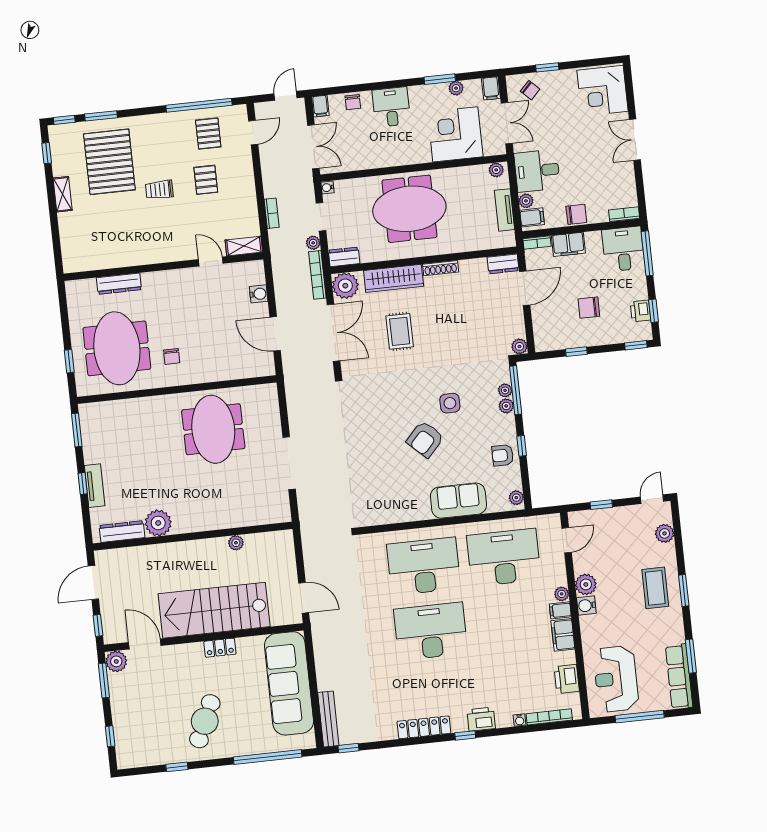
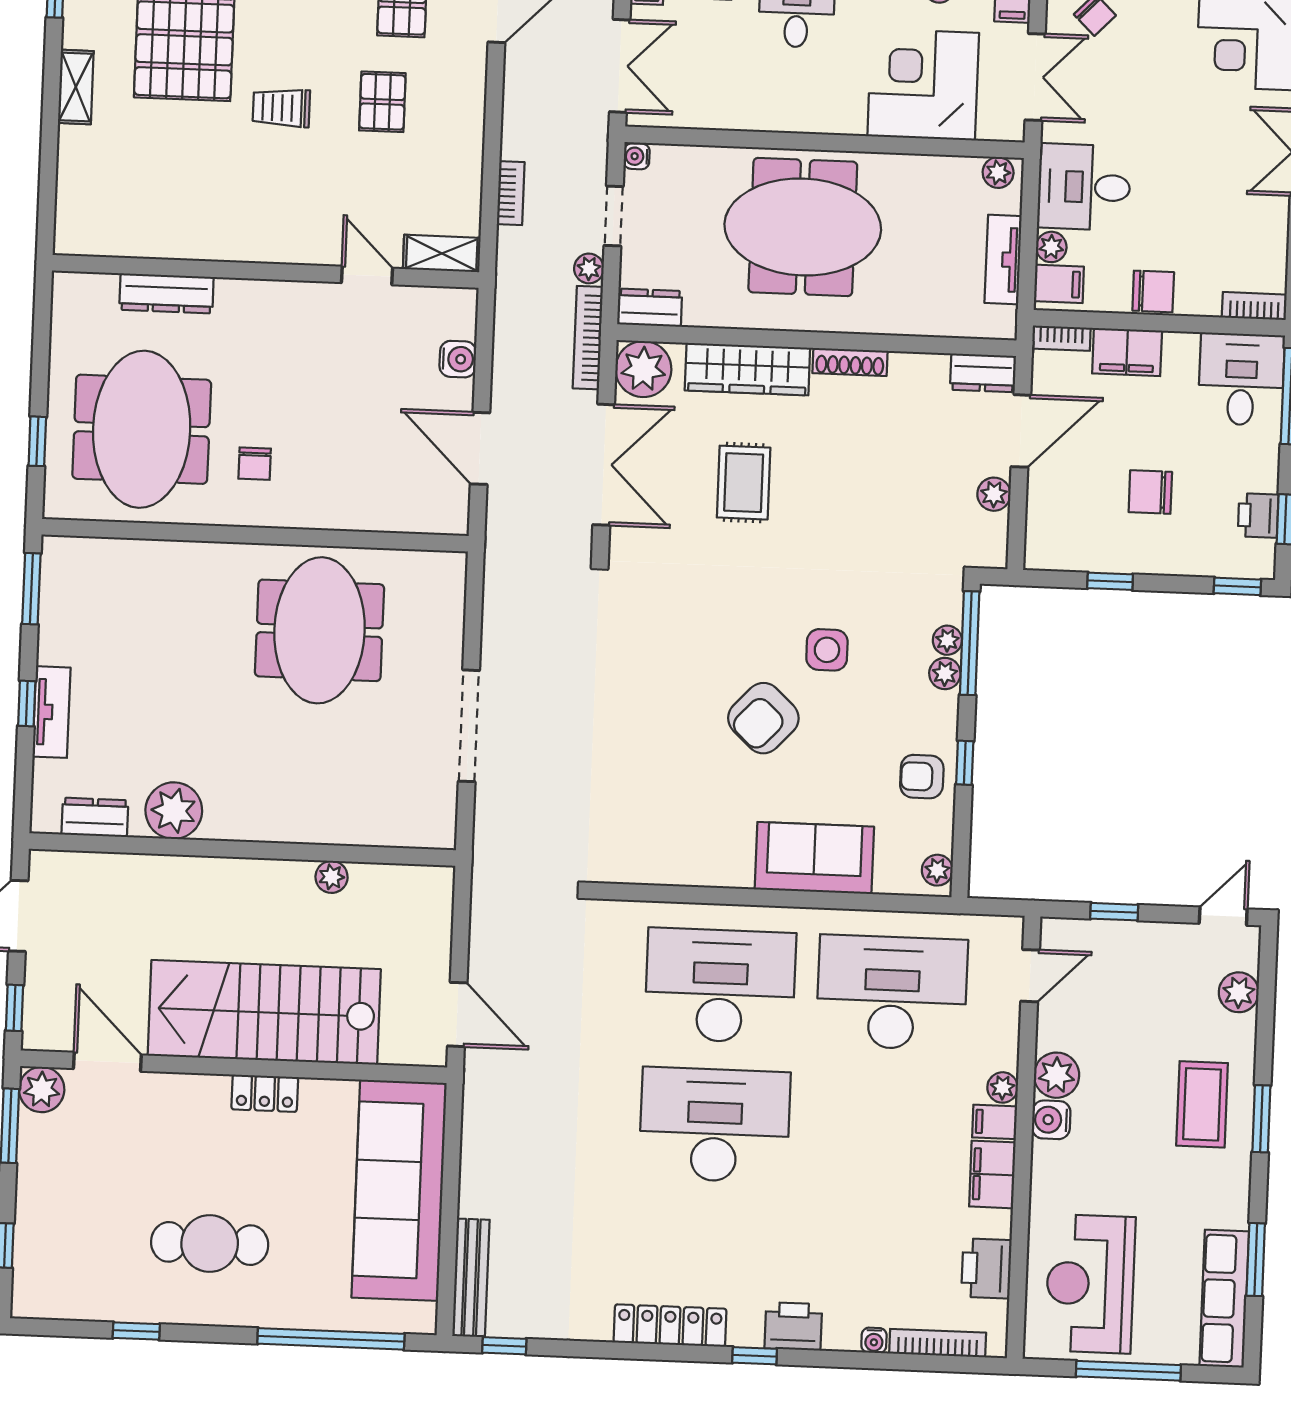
plant: (519, 346) -> (994, 494), moved
dresser: (122, 532) -> (95, 817), width x0.70
cafe table: (205, 721) -> (210, 1244), turned 66

